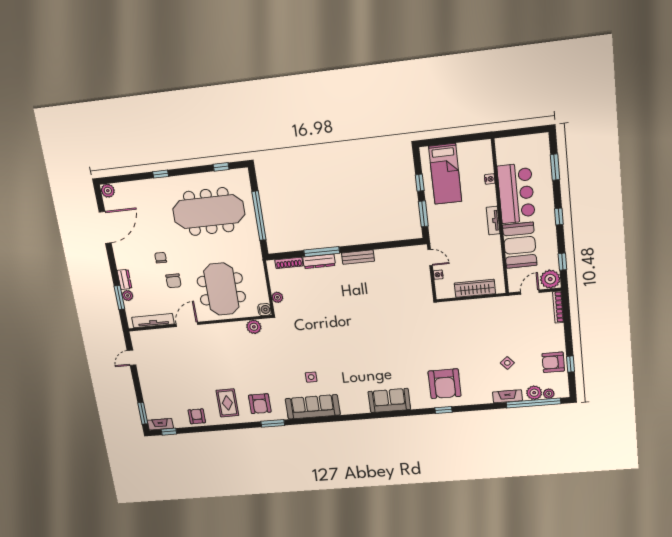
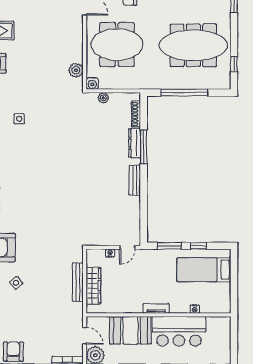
meeting table: (209, 212) -> (193, 45), turned 90
bench: (473, 305) -> (78, 282), added
side table: (507, 363) -> (16, 283), moved

